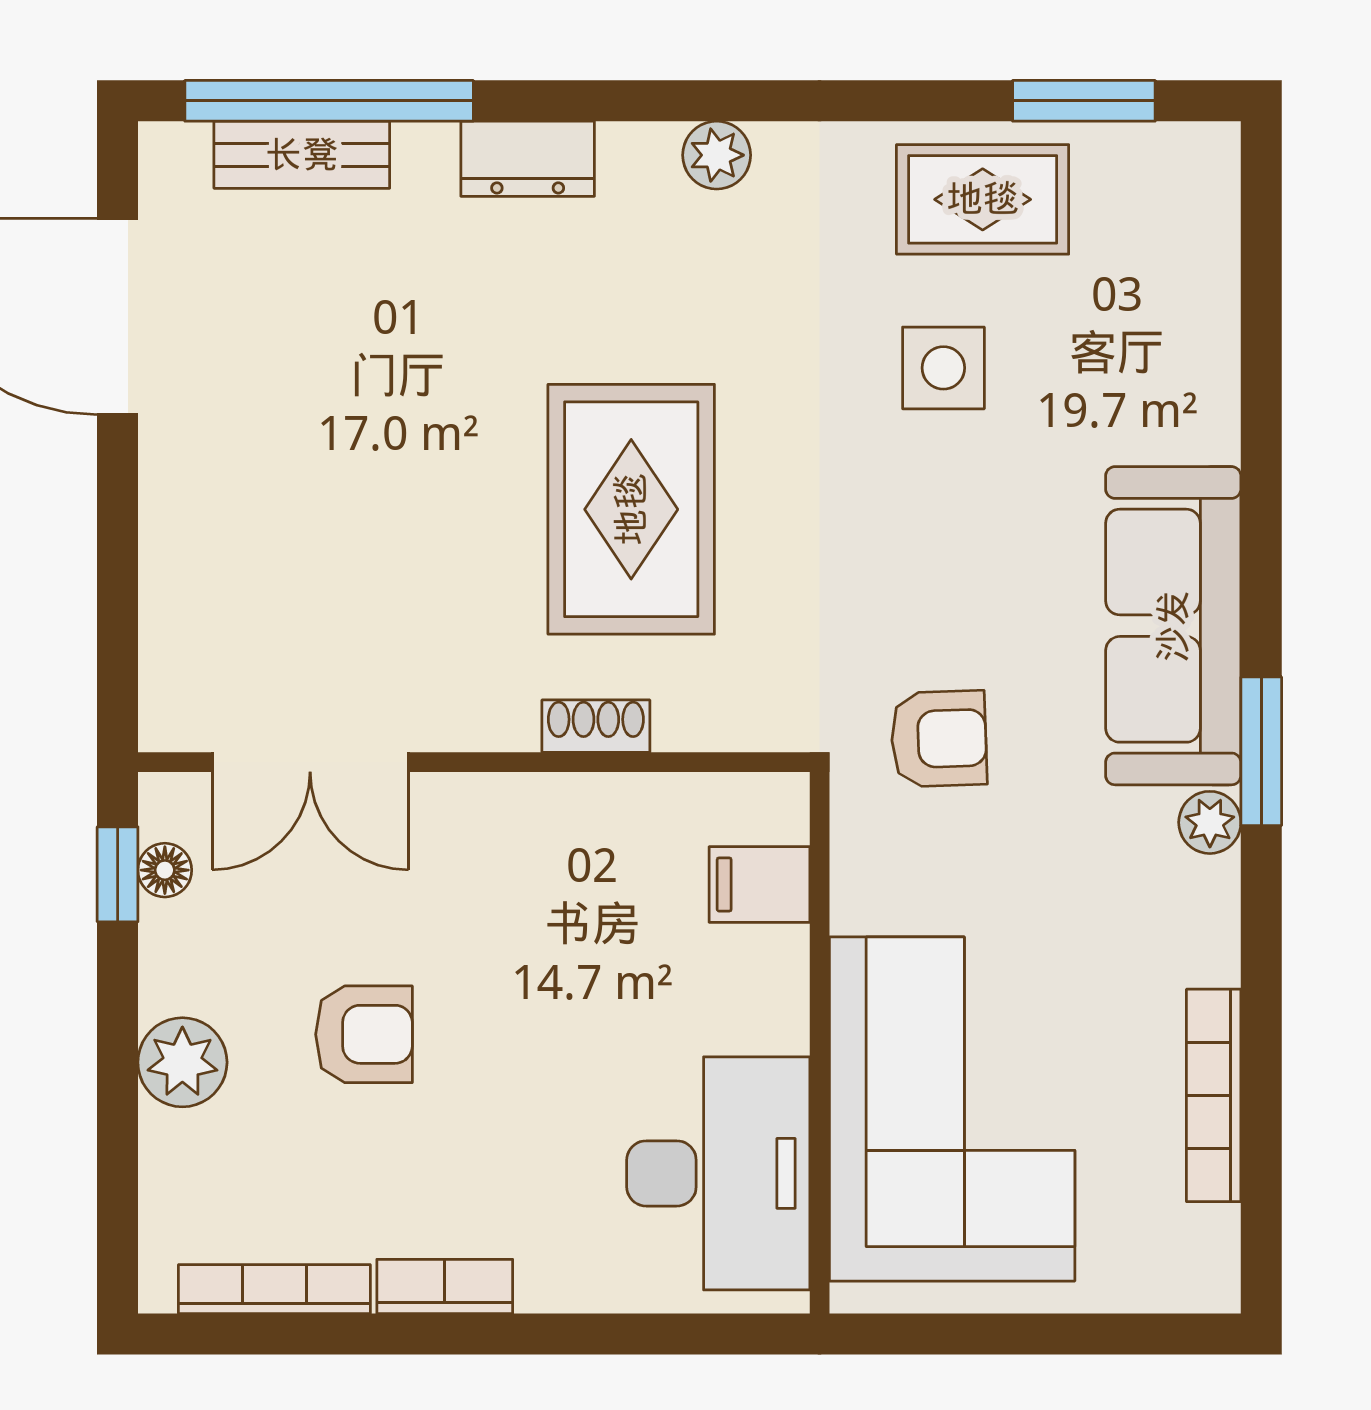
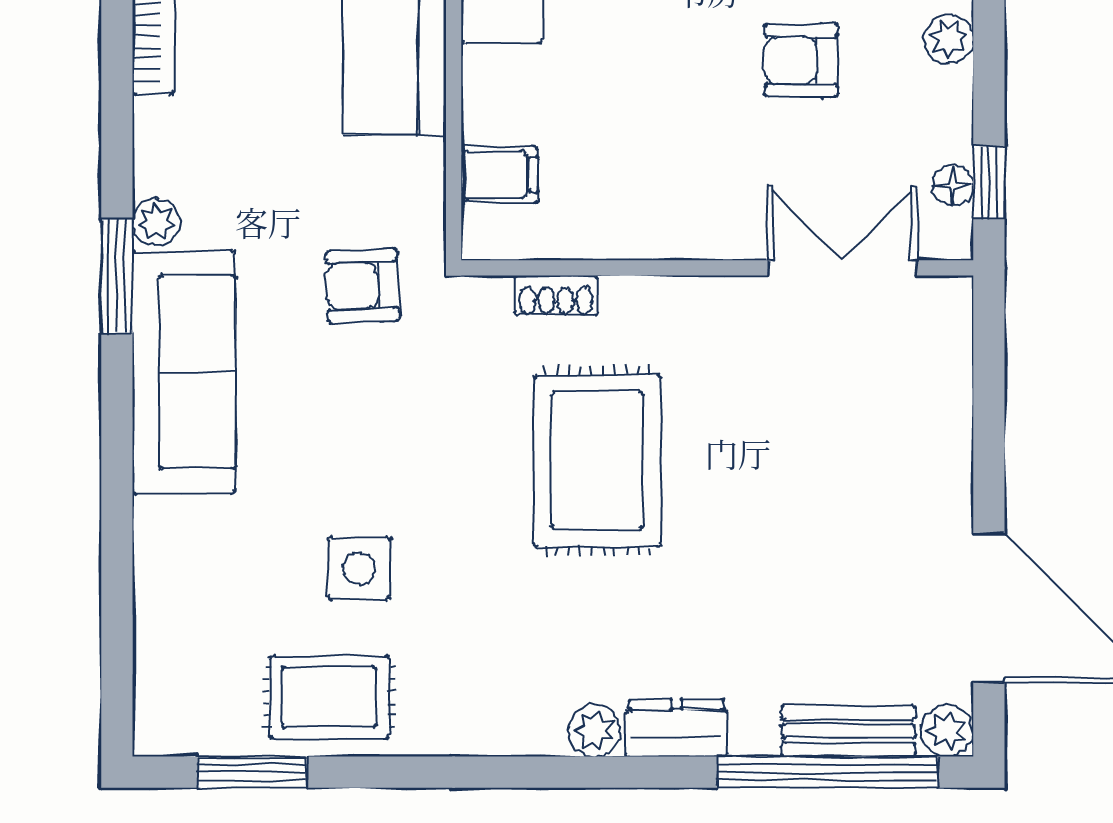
plant: (173, 155) -> (946, 731), added
plant: (717, 155) -> (594, 731), moved
shoe rack: (596, 726) -> (556, 295), moved
plant: (182, 1062) -> (949, 39), width x0.73, depth x0.73

